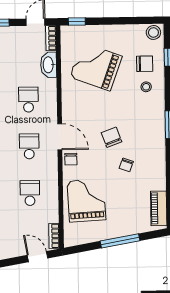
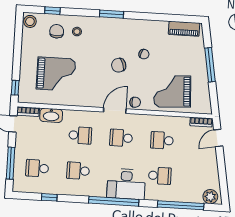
grand piano: (96, 67) -> (56, 74), turned -110
school desk: (28, 100) -> (80, 135), turned 180

